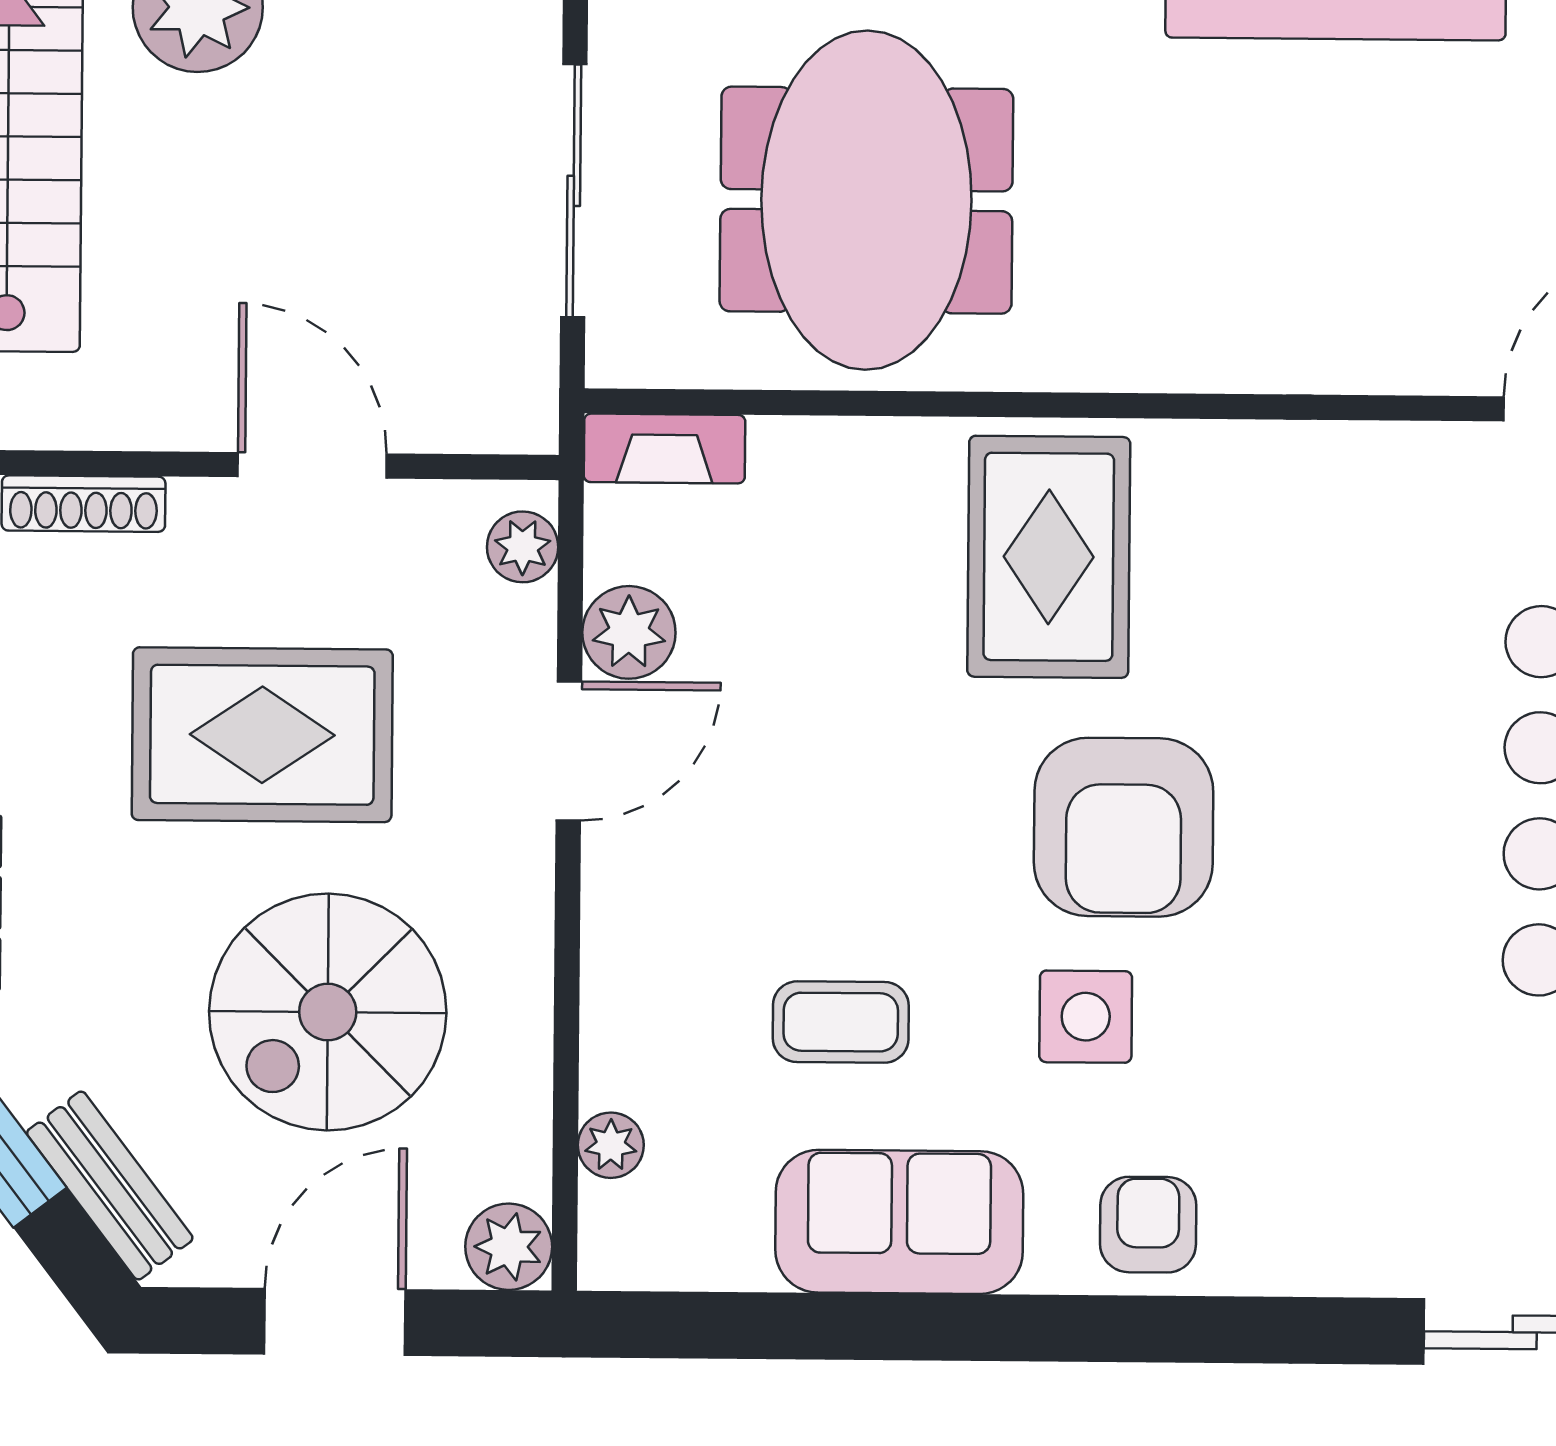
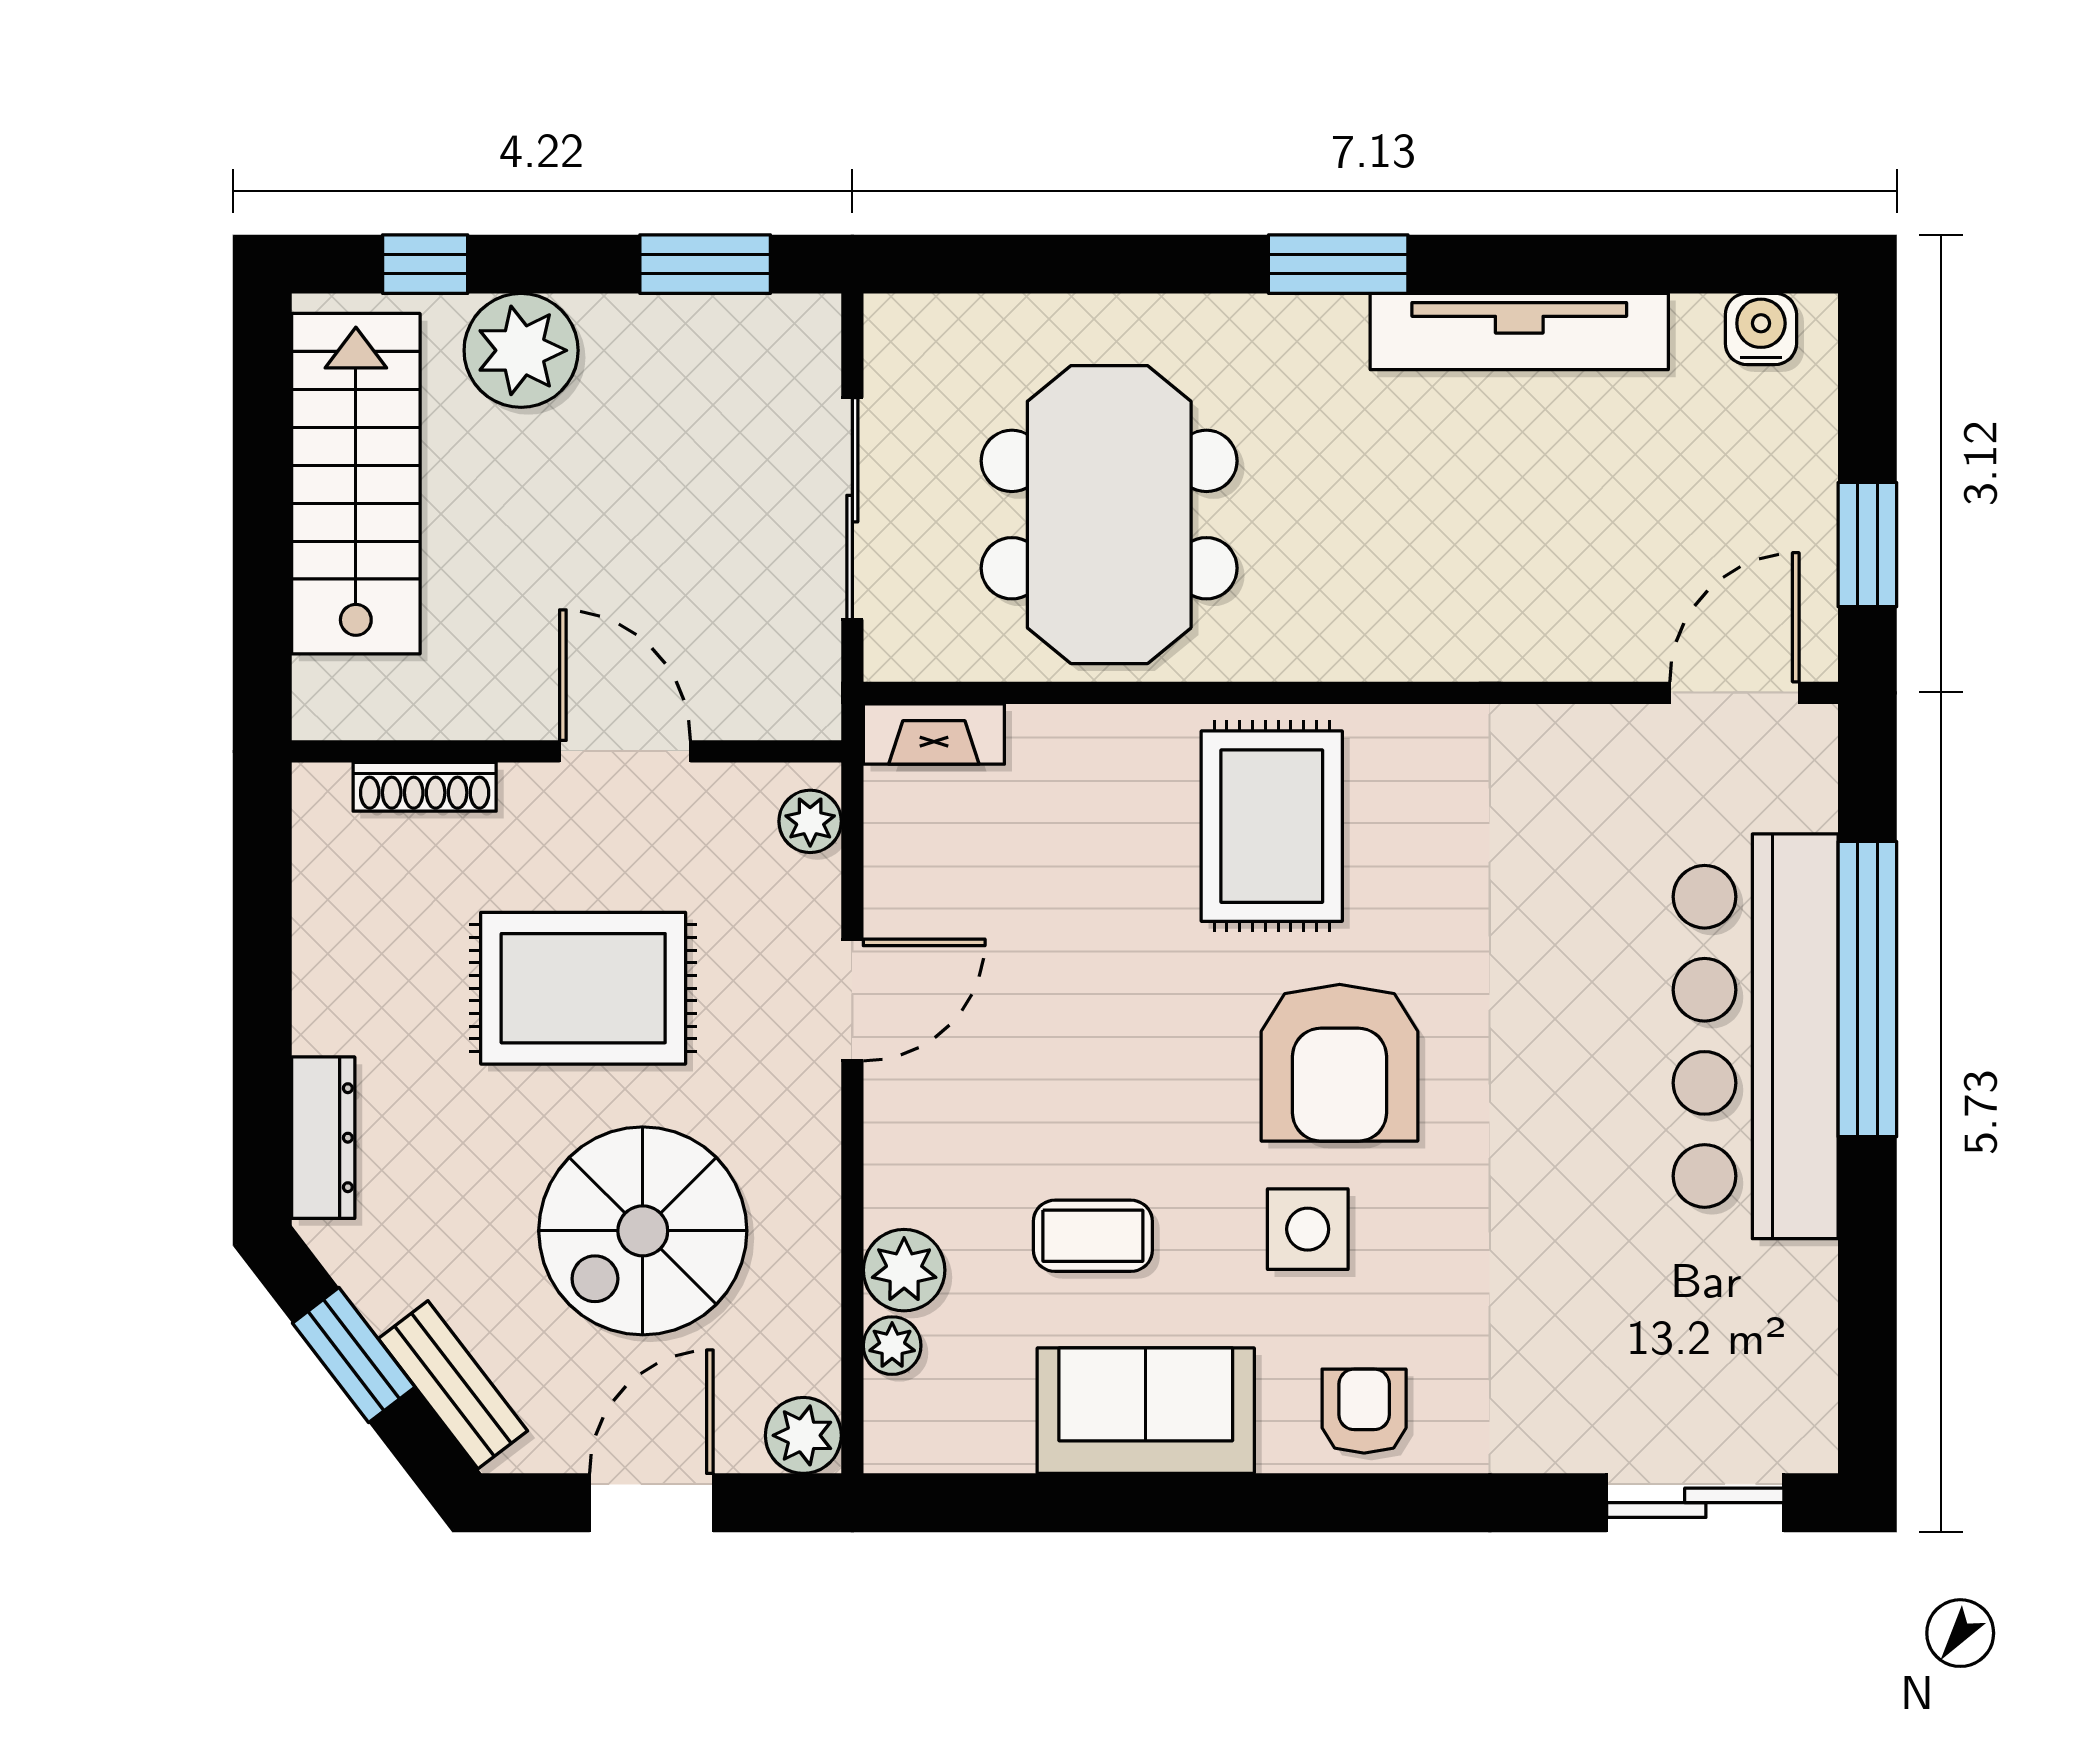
plant: (629, 632) -> (904, 1270), moved

